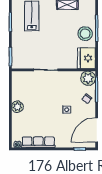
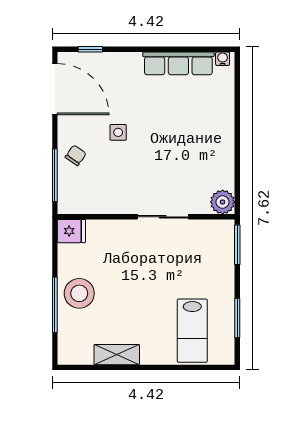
fridge: (87, 58) -> (71, 231), width x0.53, depth x0.75
plant: (88, 78) -> (73, 199), removed
plant: (17, 107) -> (223, 202), moved
door: (97, 130) -> (55, 89), hinge flipped

